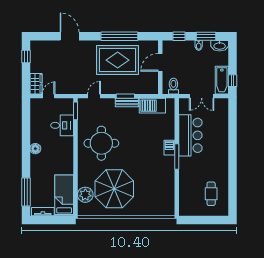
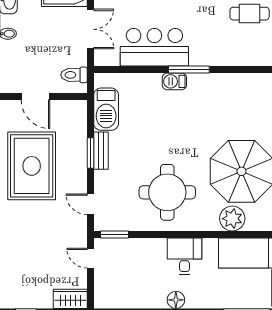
door: (49, 96) -> (90, 258), moved
desk: (62, 125) -> (185, 256), moved
plant: (85, 195) -> (232, 219), moved

